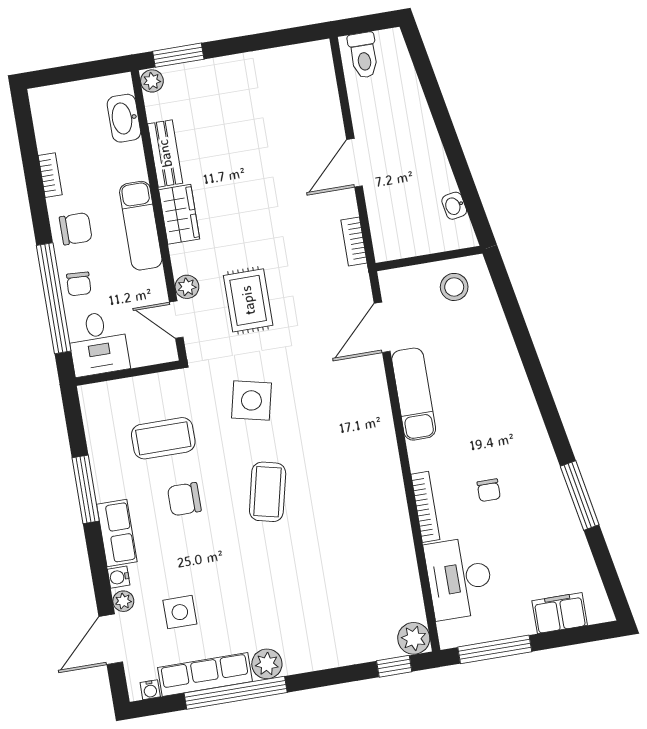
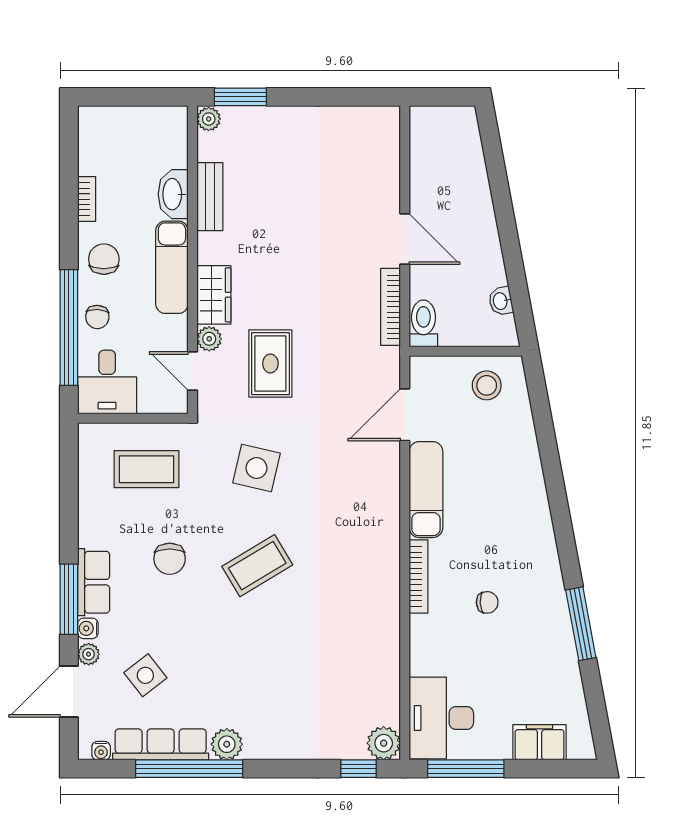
toilet: (363, 55) -> (423, 323), moved, turned 180
washbasin: (124, 118) -> (173, 194), moved
door: (355, 163) -> (405, 239), swing flipped
wardrobe: (179, 214) -> (214, 295), moved
chair: (76, 229) -> (104, 259), turned -90
bookcase: (354, 242) -> (391, 307), width x1.56
coffee table: (163, 438) -> (146, 469), moved
window: (86, 489) -> (69, 599), moved
chair: (489, 490) -> (487, 602), turned -93
coffee table: (268, 492) -> (257, 566), turned 46
chair: (184, 499) -> (170, 559), turned -90
bookcase: (425, 507) -> (419, 576), moved
desk: (459, 578) -> (441, 718), moved
side table: (180, 612) -> (145, 675), turned -38

